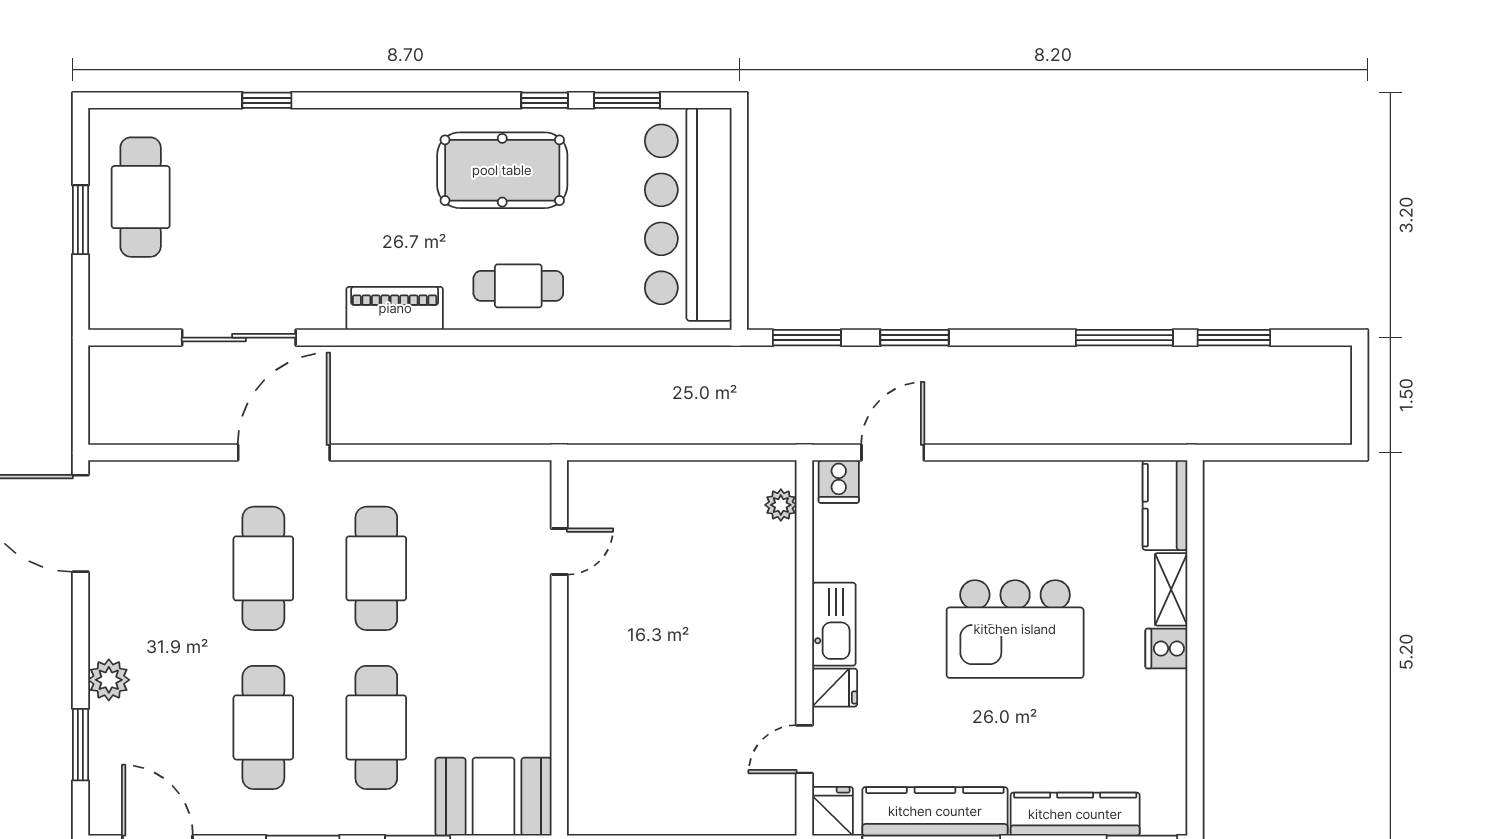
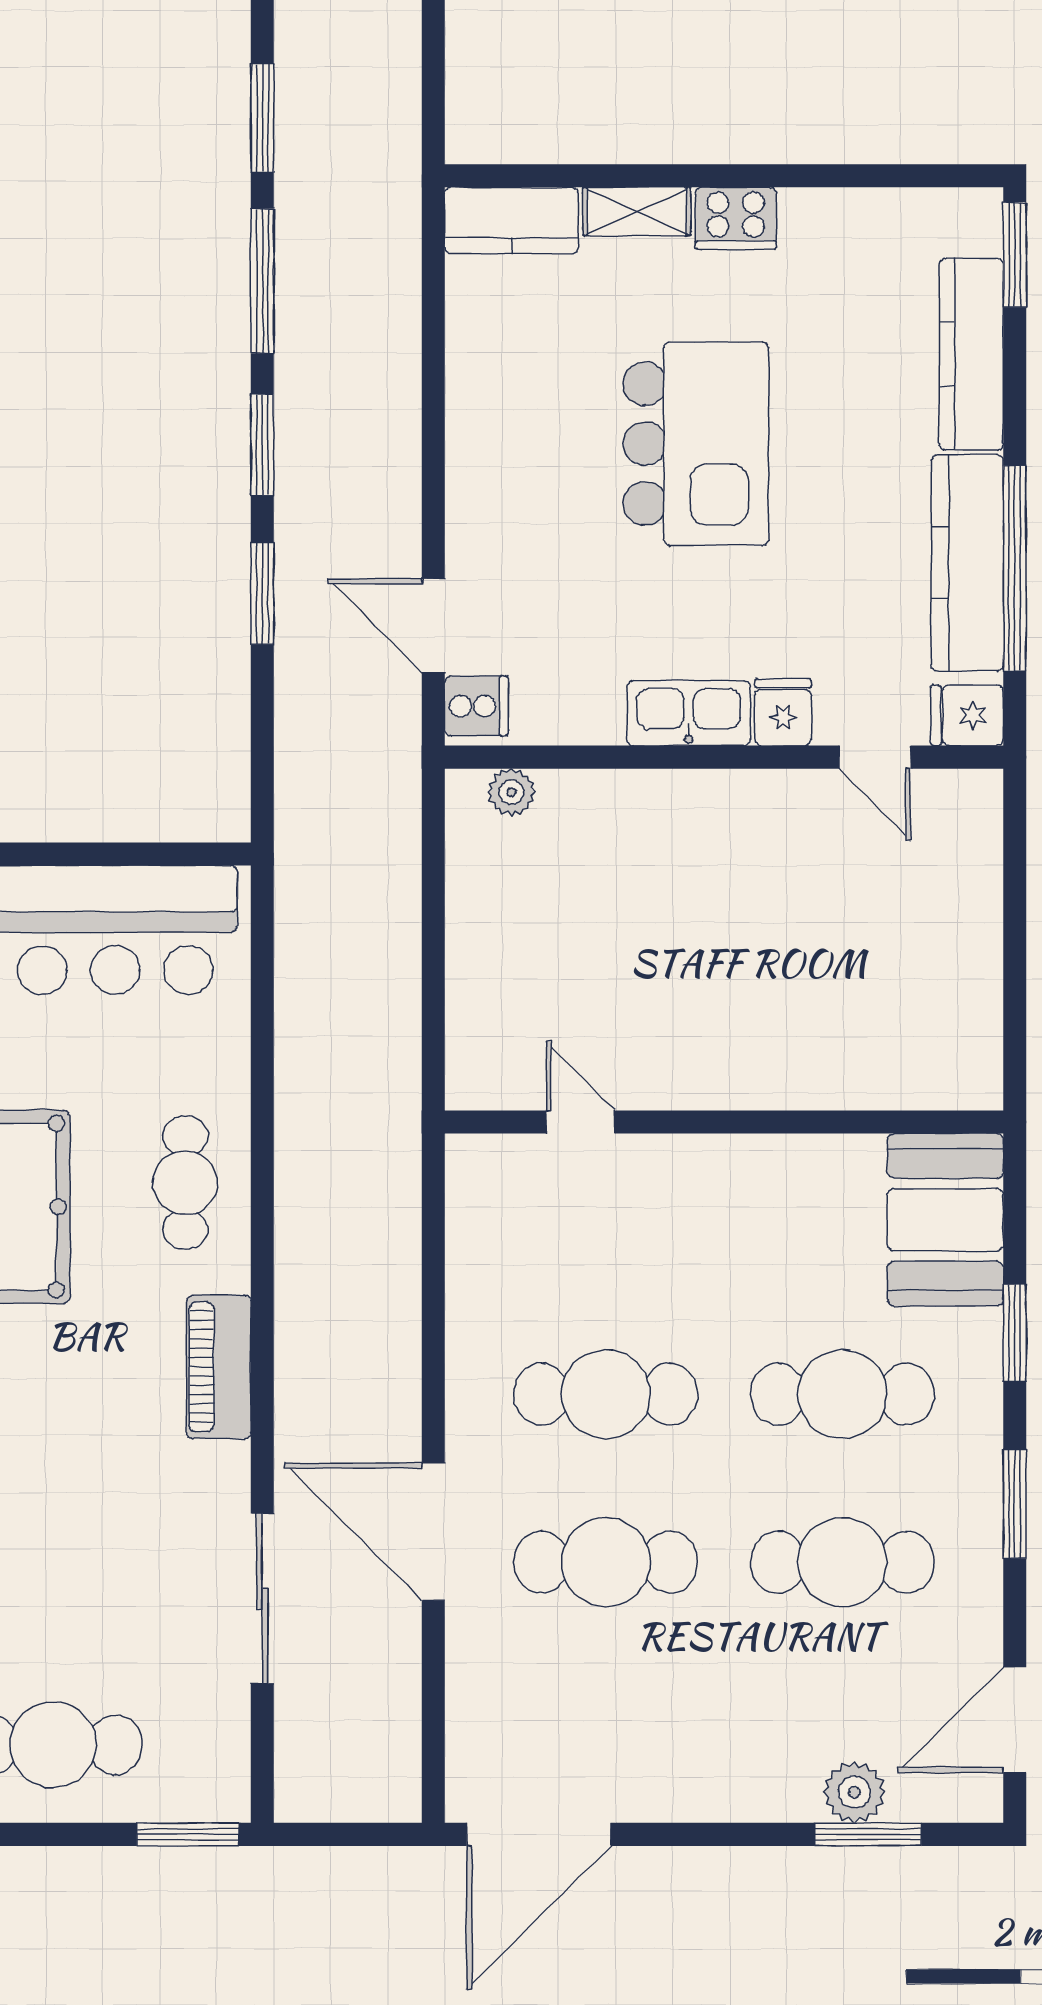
window: (80, 220) -> (188, 1834), moved
window: (807, 338) -> (262, 445), moved
cooker: (1166, 649) -> (736, 218), width x1.36
plant: (109, 680) -> (854, 1792), moved

